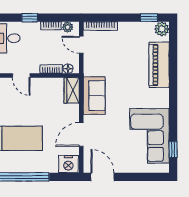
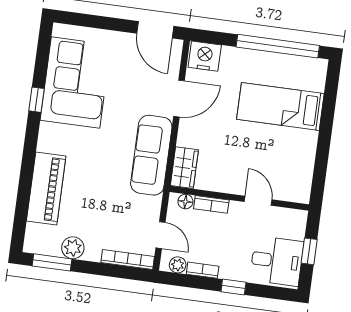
window: (149, 18) -> (52, 262), width x1.50
plant: (162, 29) -> (73, 248), moved
sofa: (94, 96) -> (151, 155), width x1.36
window: (173, 149) -> (37, 100), moved

